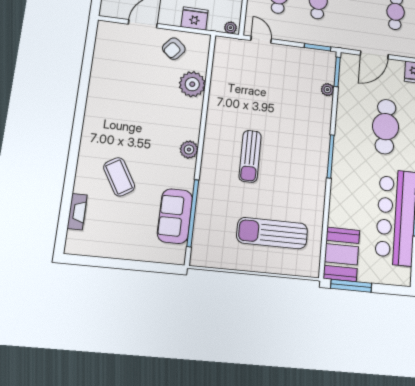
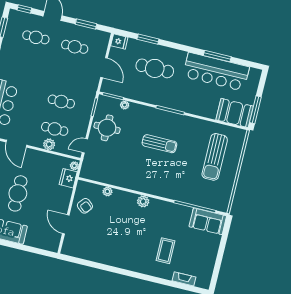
fridge: (195, 18) -> (68, 178), moved
round table: (291, 68) -> (107, 128), added
plant: (192, 84) -> (107, 191), width x0.53, depth x0.53
plant: (189, 150) -> (143, 201), moved
sun lounger: (250, 156) -> (159, 144), moved
coffee table: (119, 177) -> (166, 251), turned -59
sofa: (175, 216) -> (208, 221), moved

